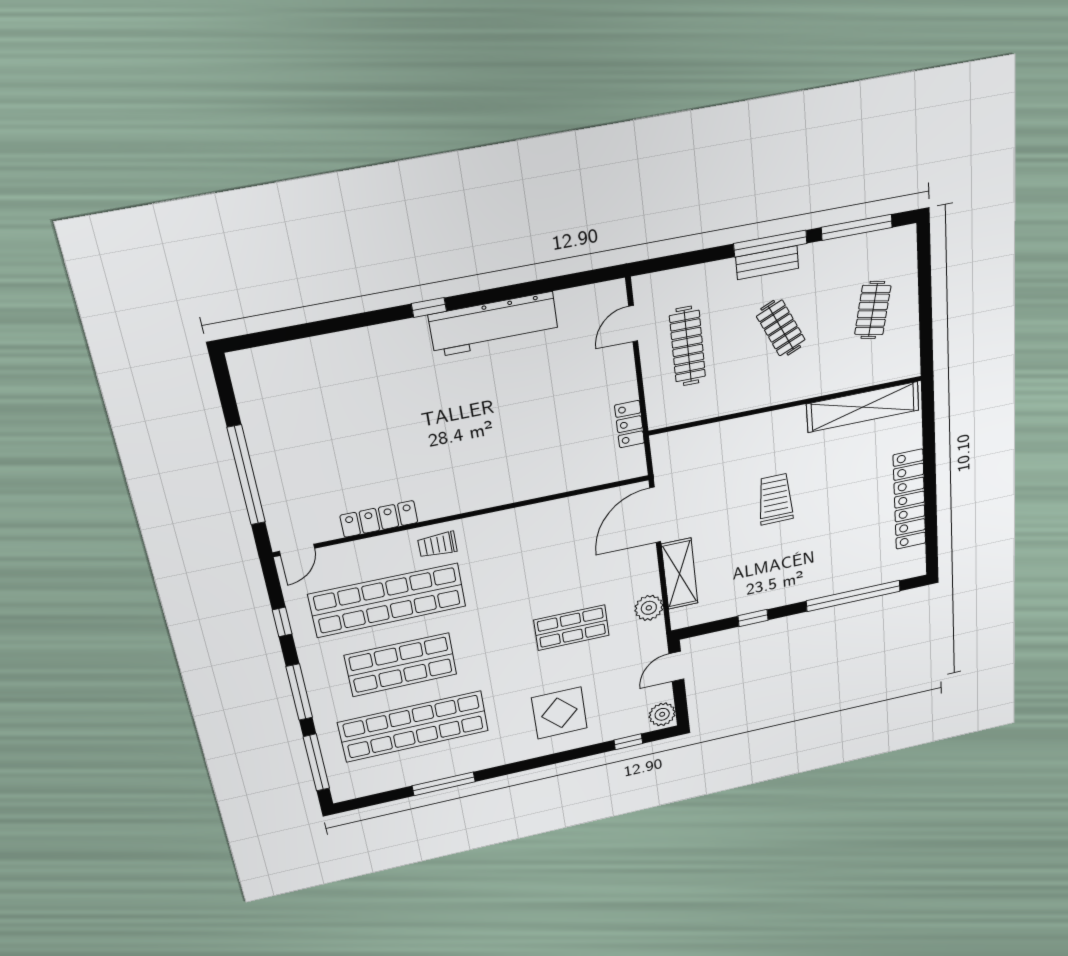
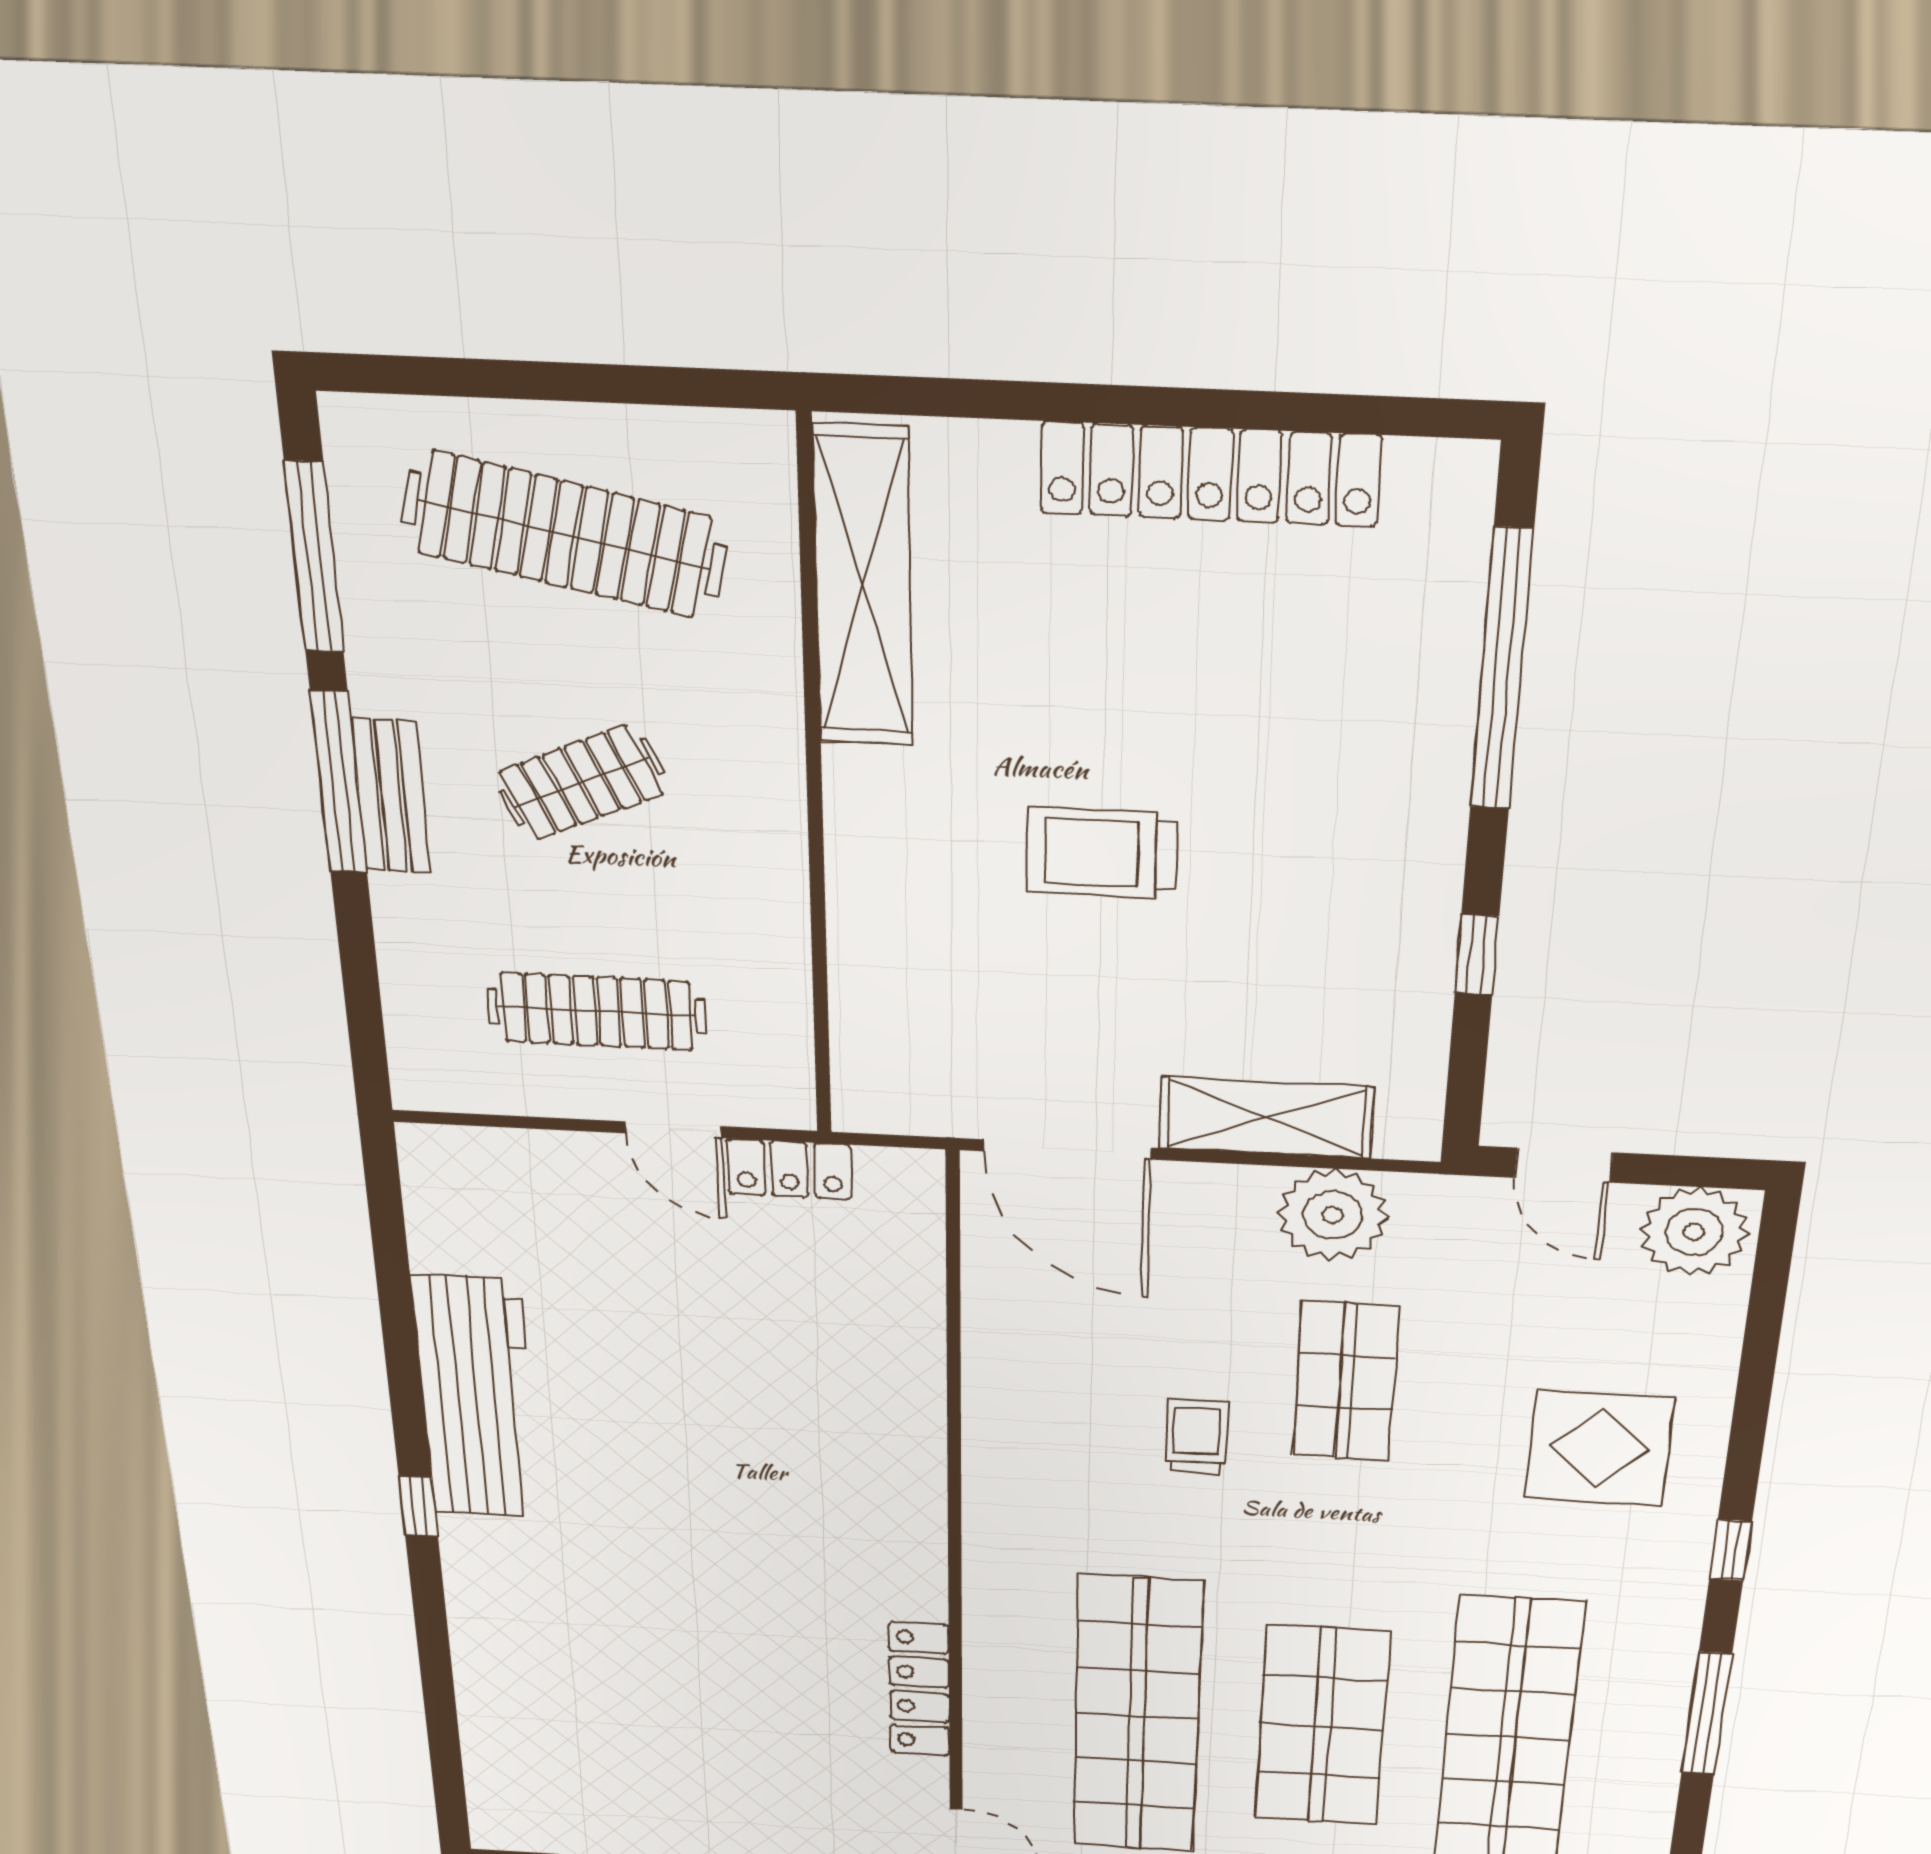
clothes rail: (873, 310) -> (564, 534), width x1.86, depth x1.31
door: (633, 324) -> (673, 1130), moved
trolley: (437, 545) -> (1196, 1436), moved, turned 180
plant: (649, 608) -> (1333, 1215), width x1.36, depth x1.36
plant: (662, 714) -> (1694, 1232), width x1.36, depth x1.36
window: (628, 742) -> (1730, 1550), moved

